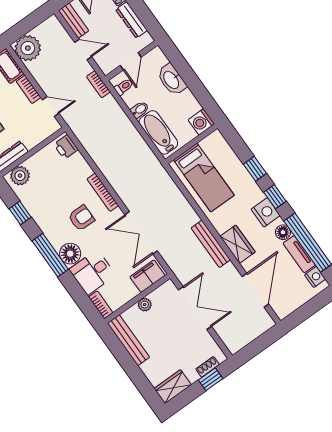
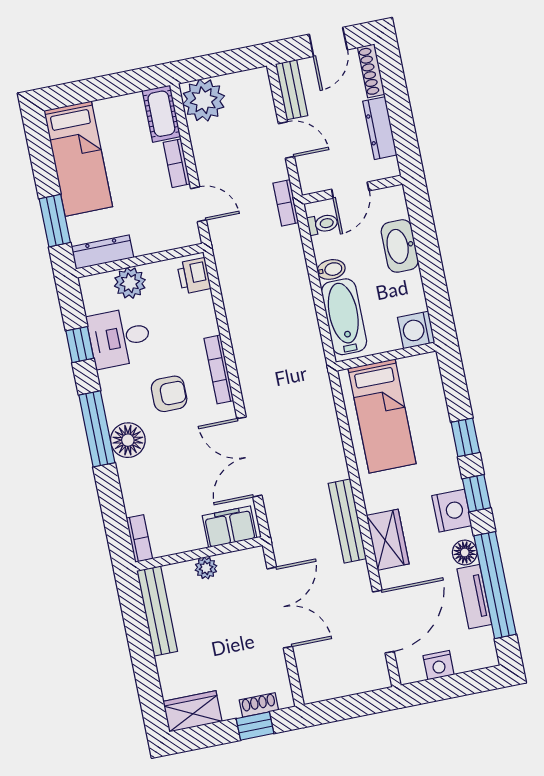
plant: (20, 176) -> (130, 283), moved
desk: (92, 272) -> (120, 338), moved
nightstand: (315, 277) -> (439, 665), moved, turned 90

